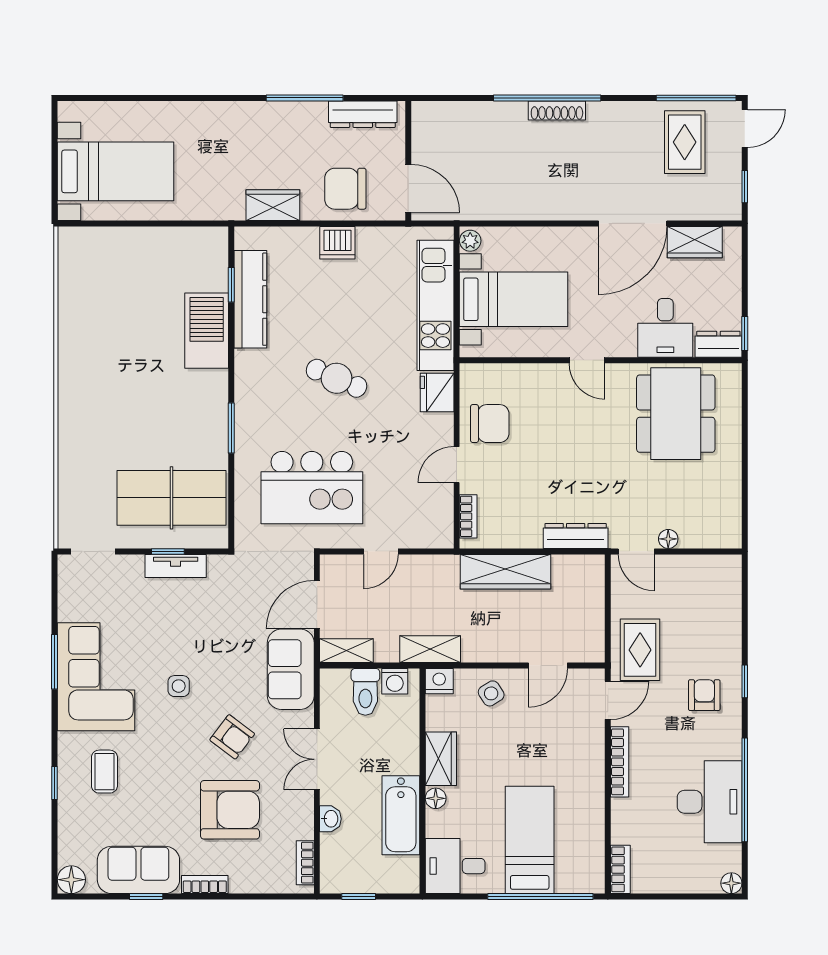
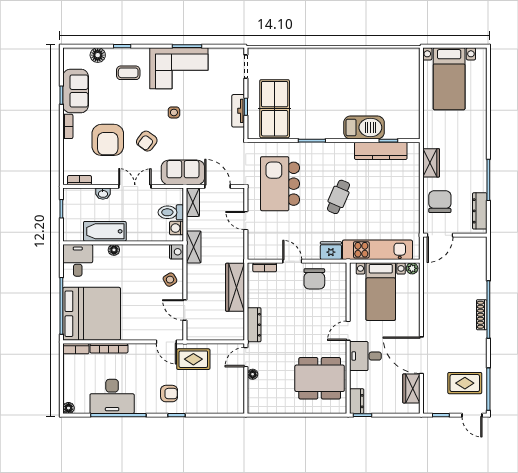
dishwasher: (337, 243) -> (411, 197), removed
desk: (665, 328) -> (365, 356), moved
wardrobe: (441, 759) -> (135, 253), removed
bookcase: (620, 762) -> (109, 348), moved
bed: (530, 840) -> (92, 314), width x2.04
floor lamp: (71, 880) -> (98, 55), moved

